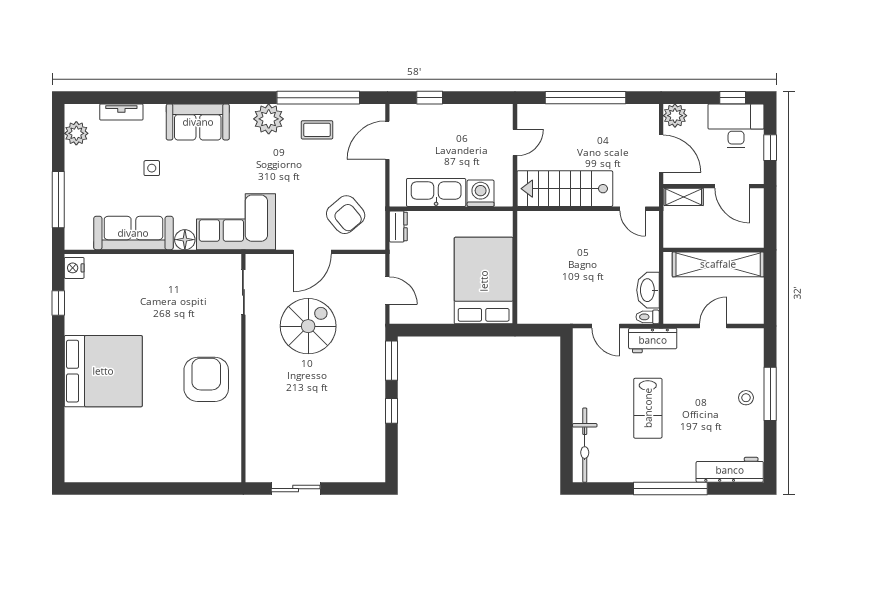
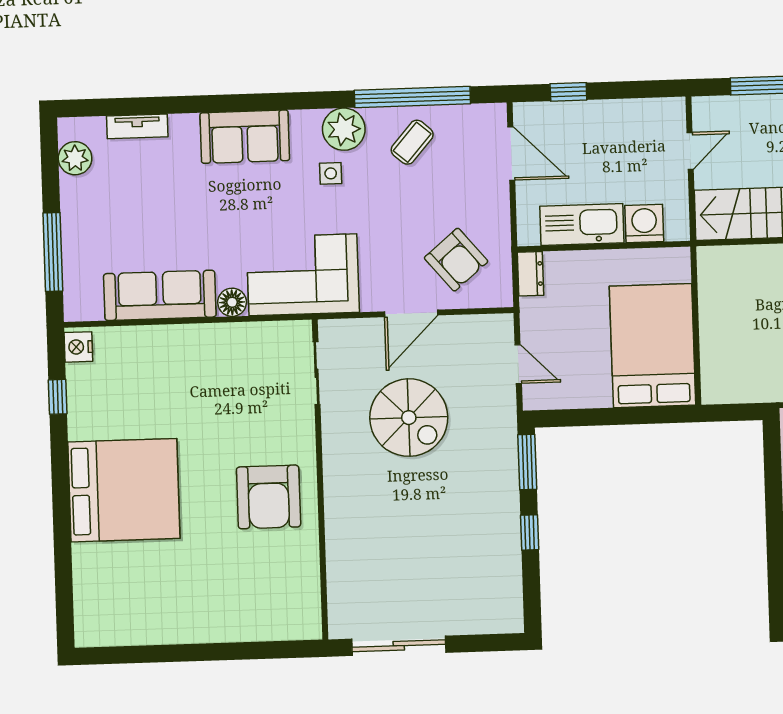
coffee table: (317, 130) -> (412, 142), turned -49
door: (387, 140) -> (511, 153), swing flipped
side table: (152, 168) -> (331, 173), moved
spiral stairs: (308, 326) -> (409, 418), turned 90
armchair: (206, 379) -> (269, 497), turned 180
sliding door: (296, 489) -> (399, 646), width x1.37

